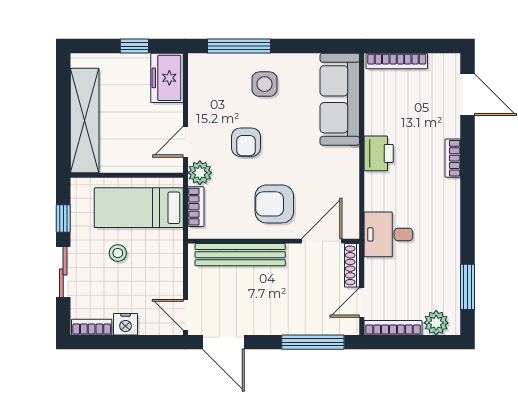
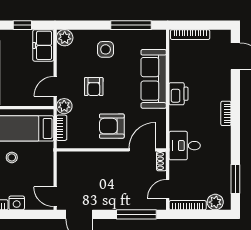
window: (239, 46) -> (131, 25), moved
plant: (201, 66) -> (65, 38), added
sofa: (340, 99) -> (154, 79), moved
bookcase: (453, 158) -> (226, 113), moved
bench: (240, 255) -> (90, 158), removed
shoe rack: (352, 265) -> (161, 161), width x0.70

